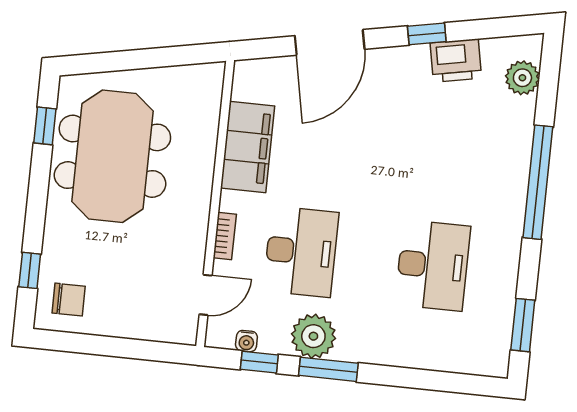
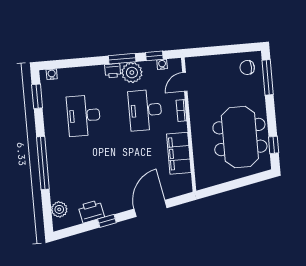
window: (30, 270) -> (268, 77), width x2.17
printer: (353, 348) -> (113, 71), added
water cooler: (483, 365) -> (52, 74), added

